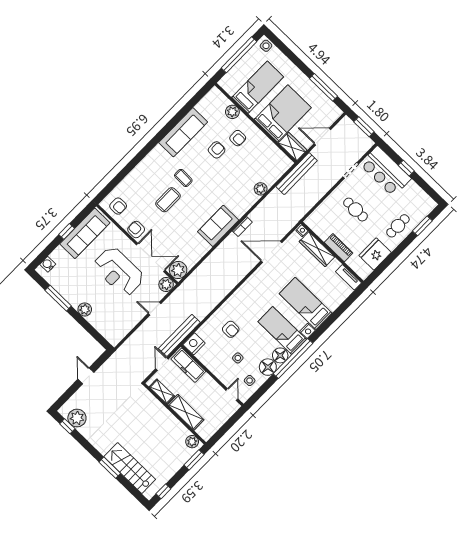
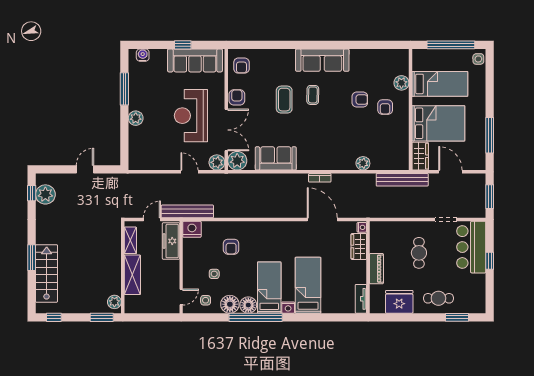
sofa: (183, 132) -> (322, 60), moved
coffee table: (168, 200) -> (284, 100), turned 90
sofa: (218, 226) -> (276, 158), moved
wardrobe: (317, 249) -> (359, 246), width x0.67

